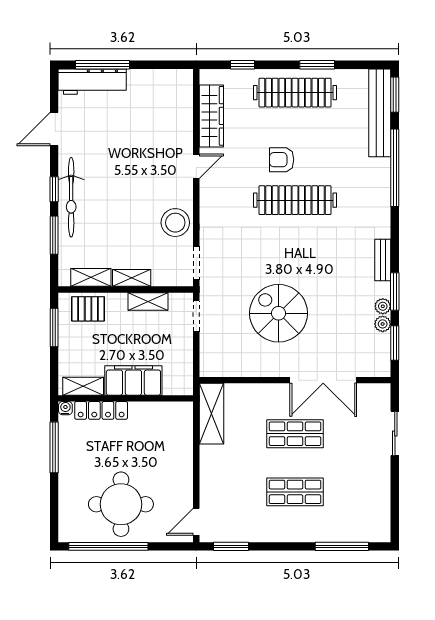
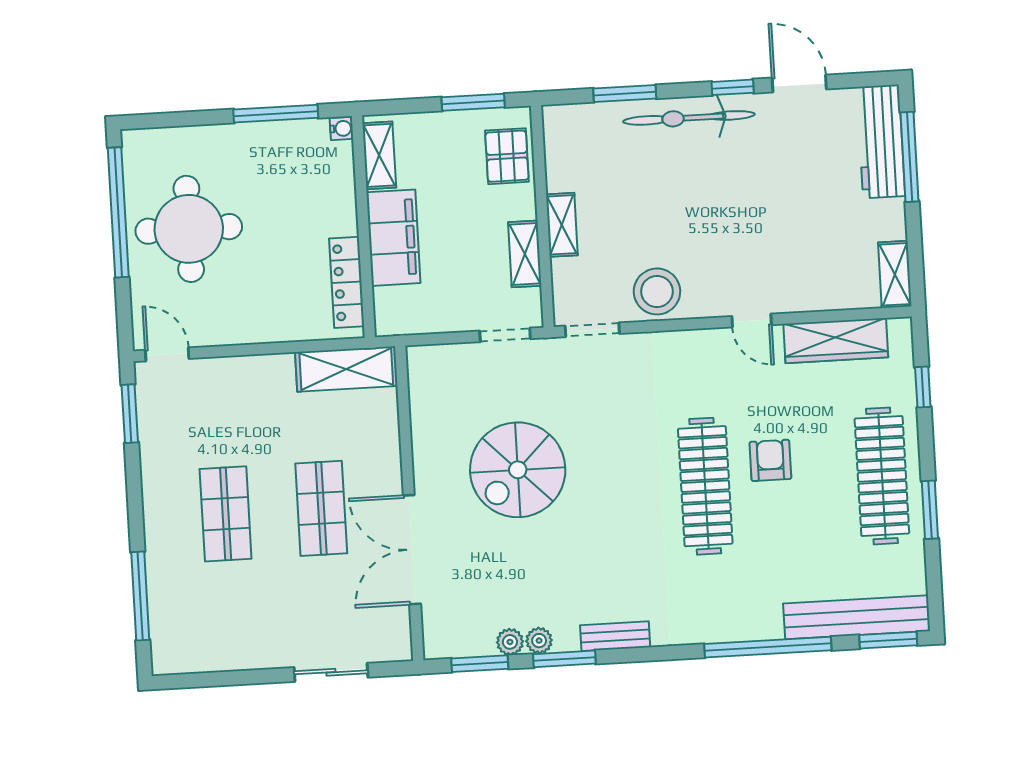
window: (54, 189) -> (733, 87), moved
shelving: (91, 277) -> (895, 274), moved
spiral stairs: (279, 313) -> (518, 470), turned 180
locker: (101, 410) -> (347, 282), moved

